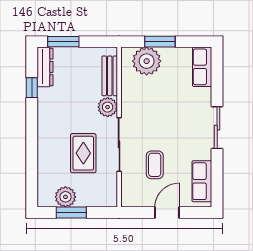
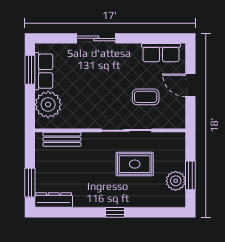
window: (160, 42) -> (30, 70), moved
row of seats: (202, 67) -> (44, 71), moved, turned -90
window: (32, 88) -> (115, 212), moved
plant: (108, 107) -> (91, 141), removed
sliding door: (217, 128) -> (96, 38), moved

